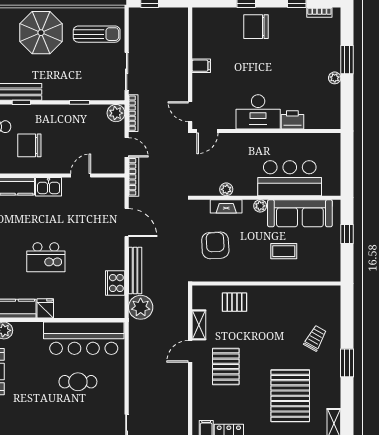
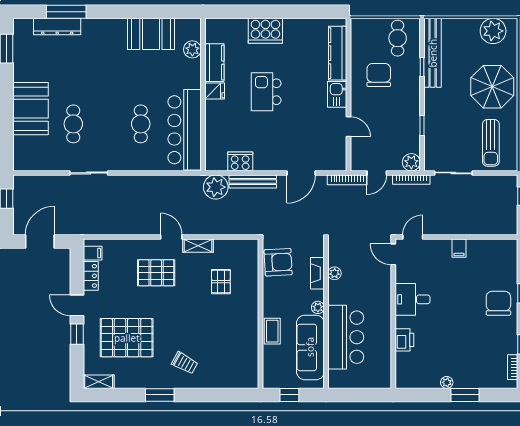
desk: (258, 112) -> (413, 299), width x0.73
wall: (266, 283) -> (261, 314), moved

